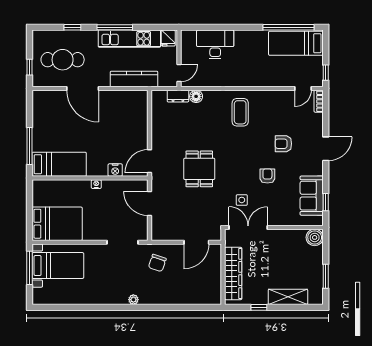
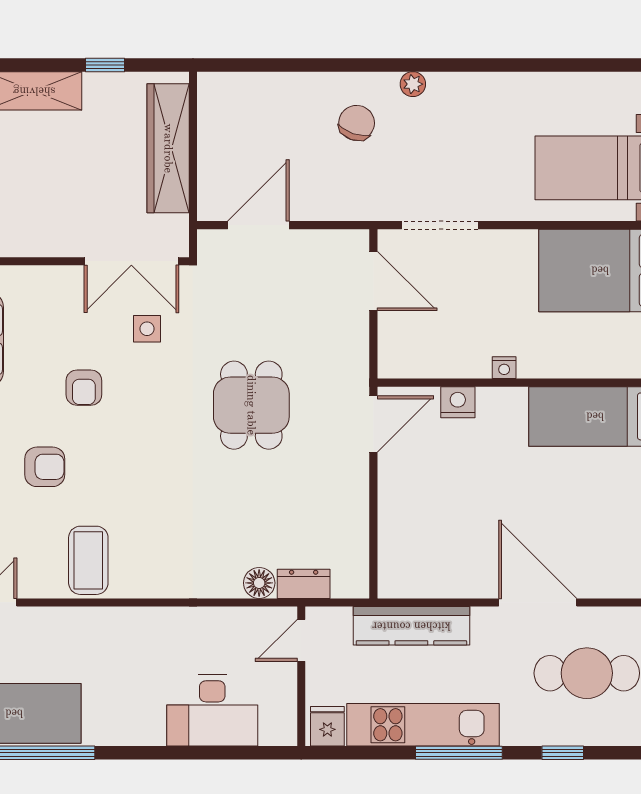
coffee table: (240, 112) -> (88, 560), moved
door: (150, 203) -> (373, 281), moved
chair: (157, 263) -> (357, 123), moved

